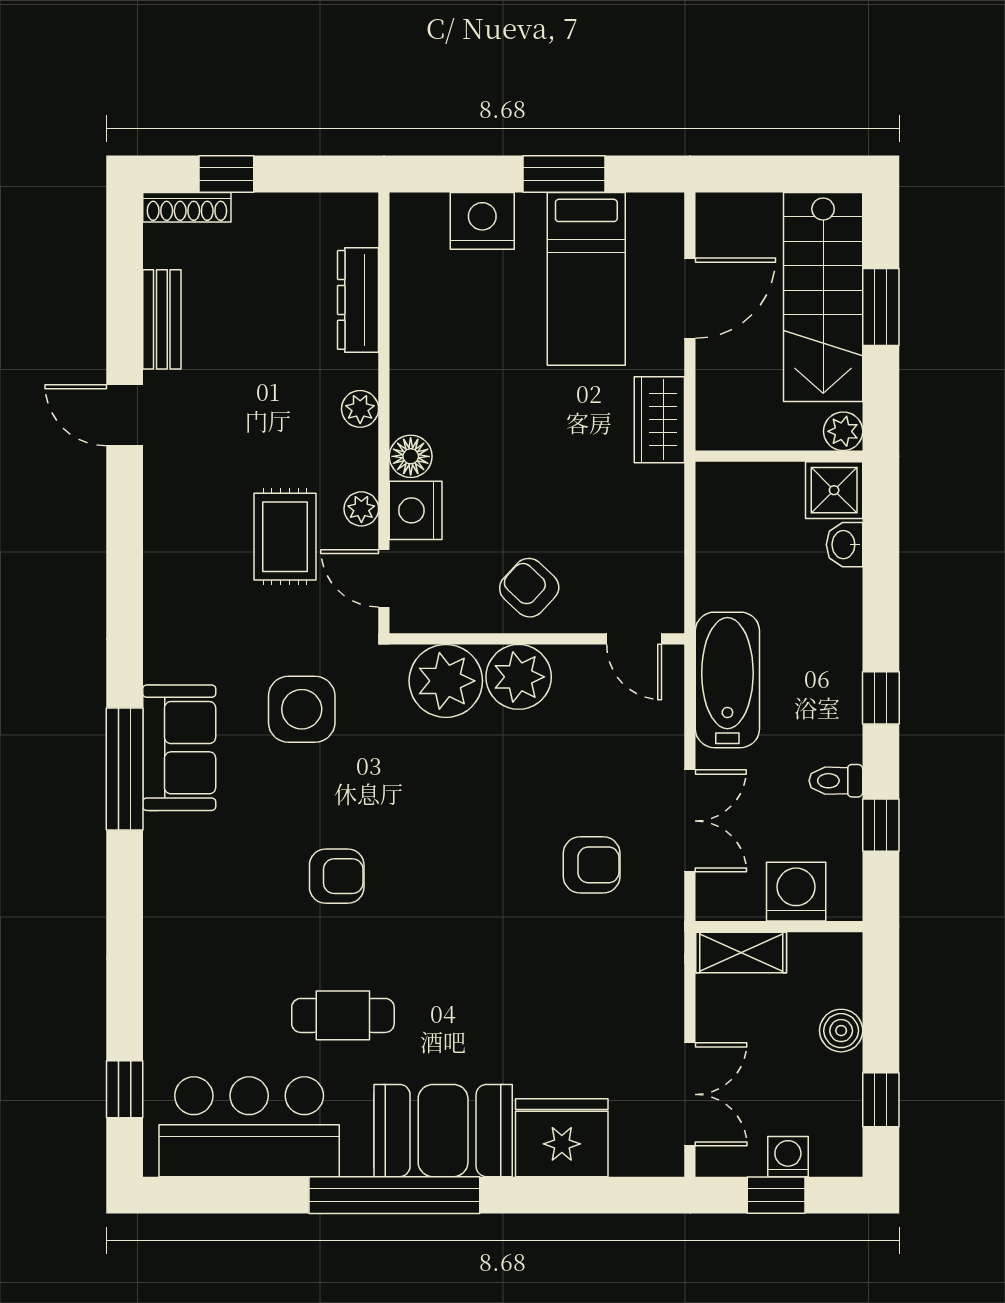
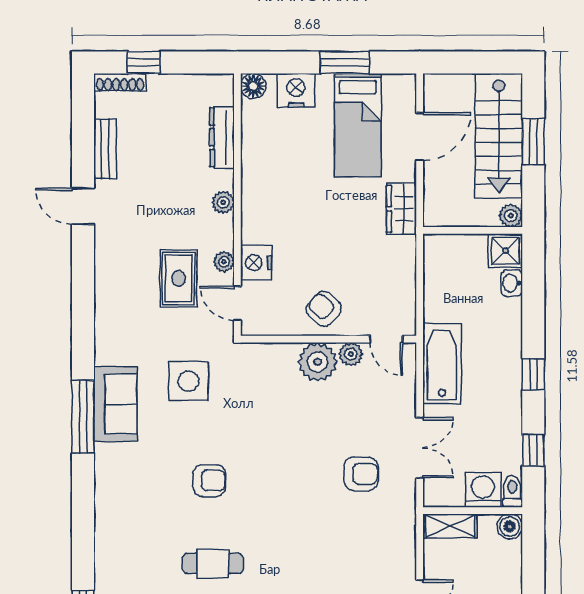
floor lamp: (411, 456) -> (253, 86), moved
plant: (446, 681) -> (351, 354), moved, width x0.53, depth x0.53
toilet: (836, 781) -> (512, 491), moved, turned 90
boiler: (841, 1031) -> (510, 527), moved

